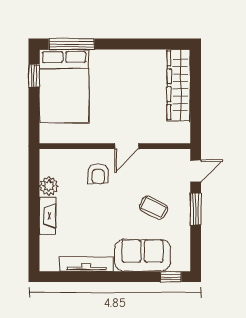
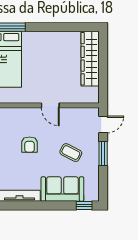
door: (127, 146) -> (50, 105), hinge flipped
armchair: (98, 174) -> (30, 145), moved

